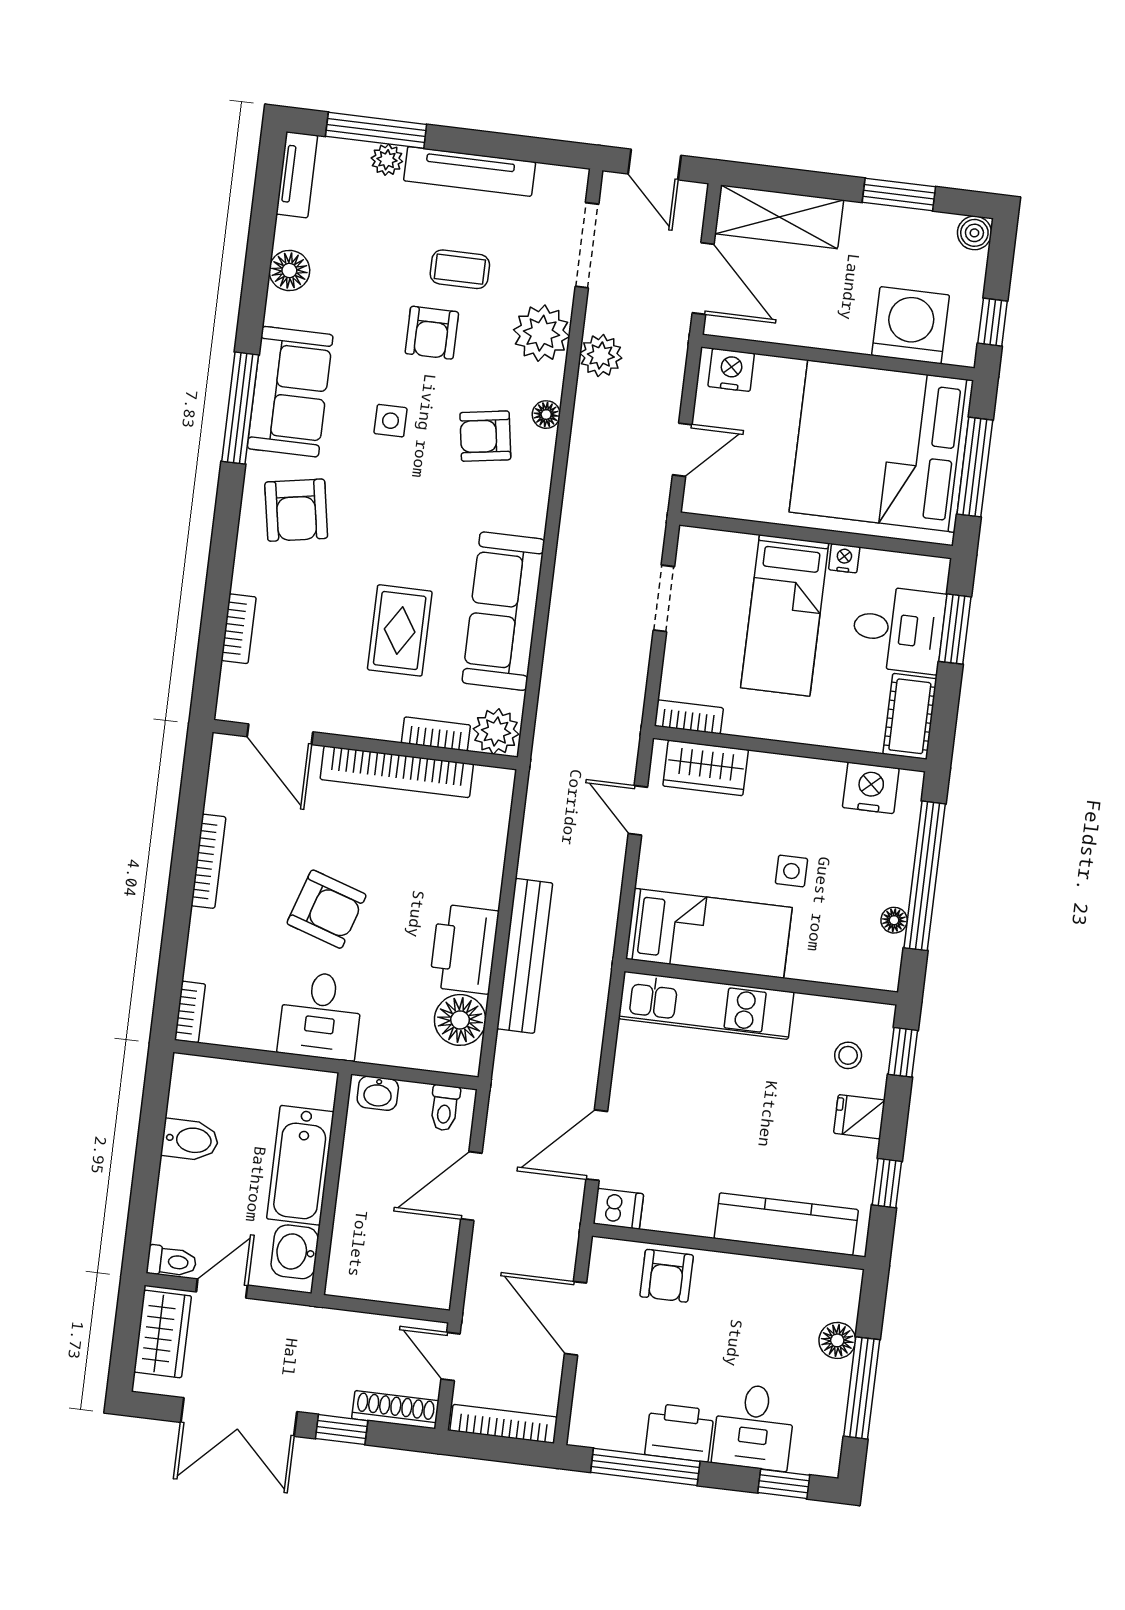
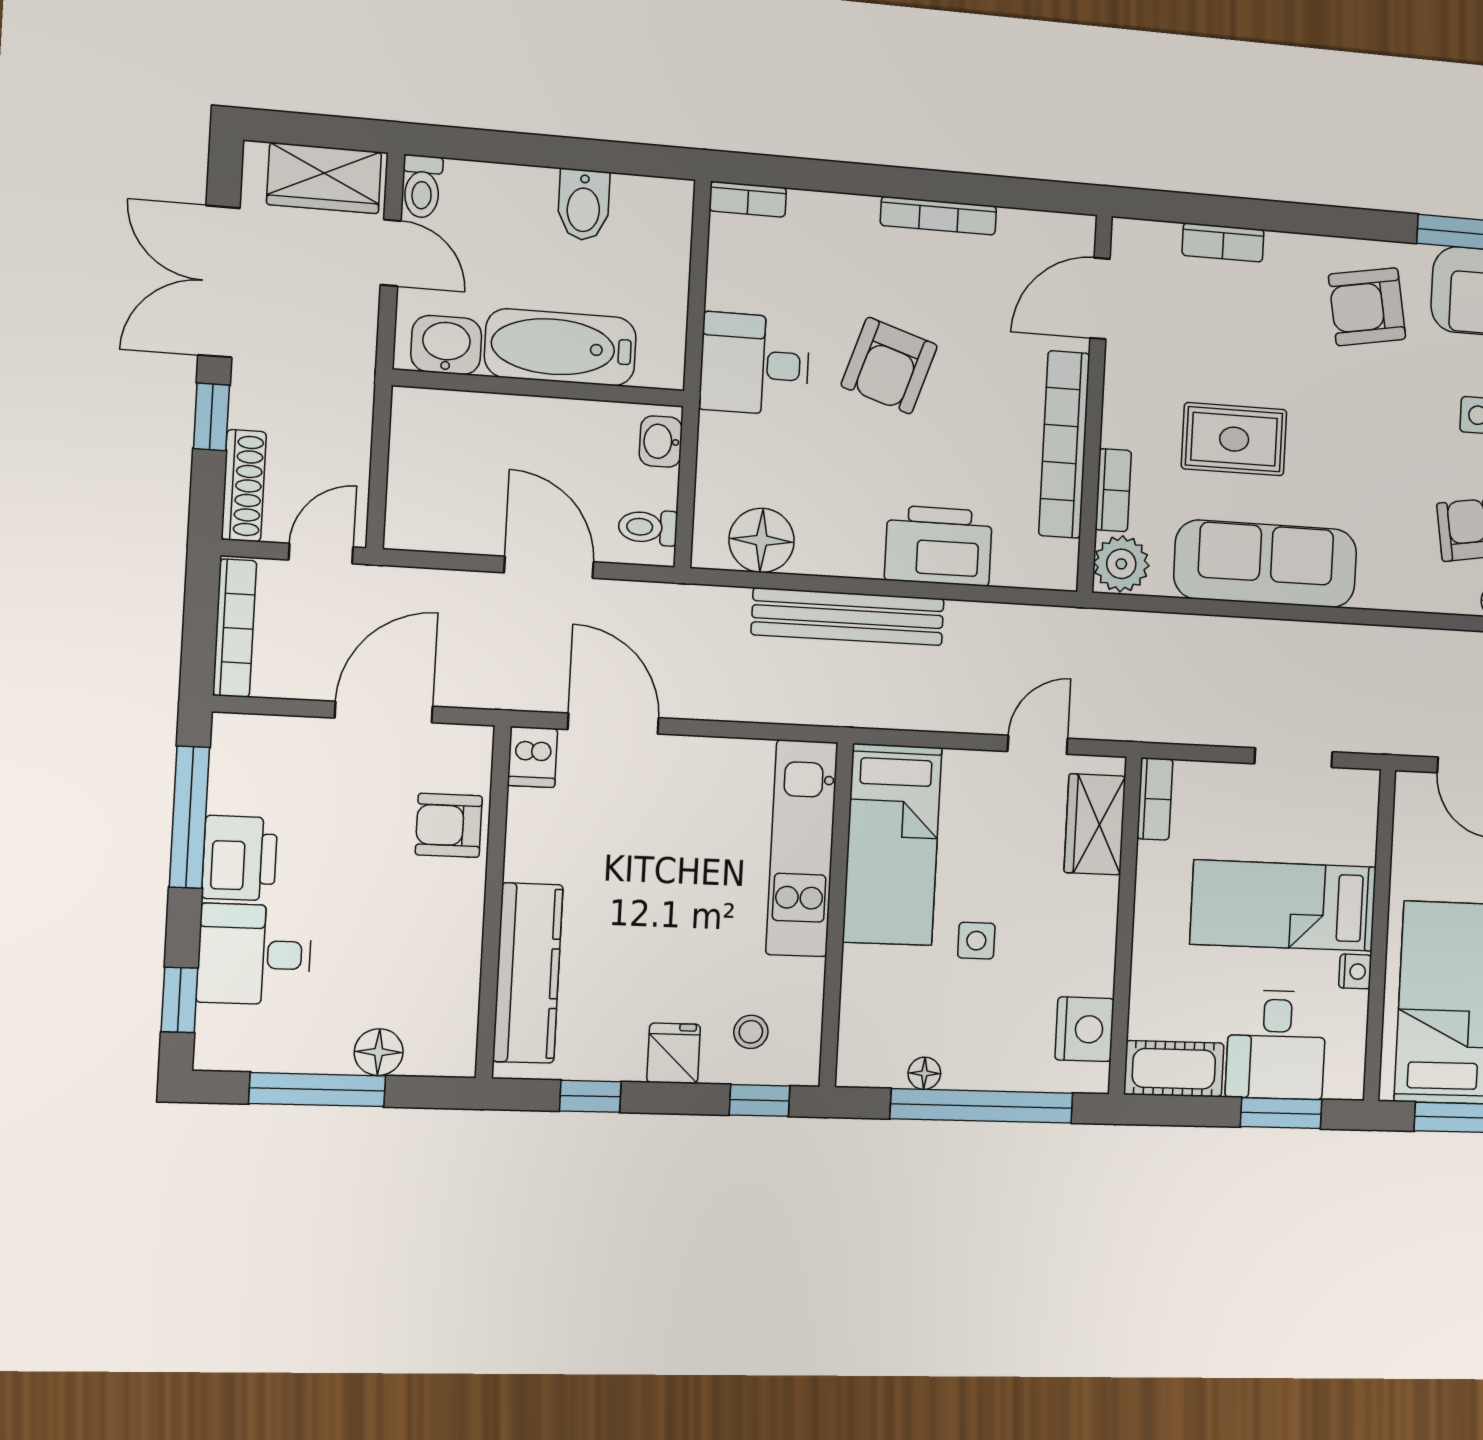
printer: (464, 949) -> (939, 546), moved

